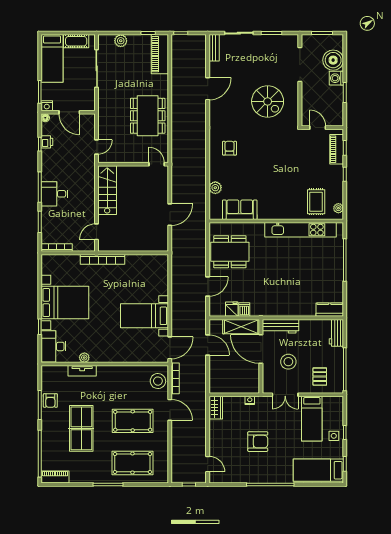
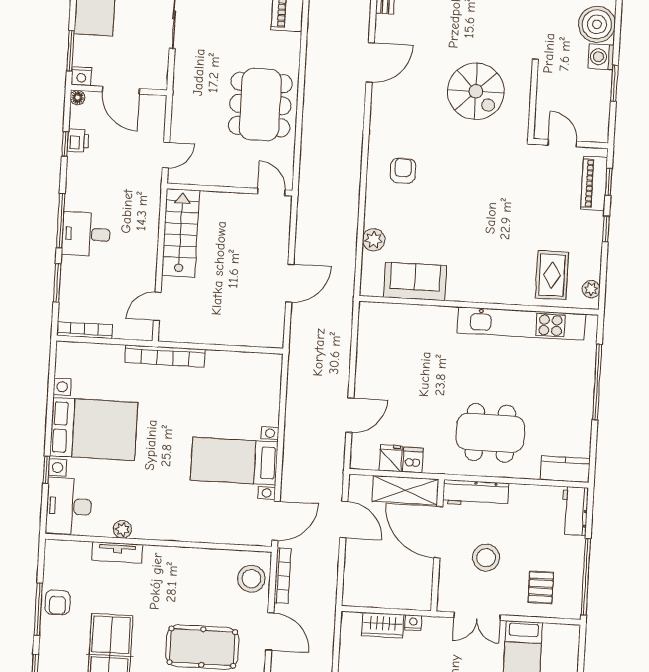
dining table: (230, 252) -> (490, 433), moved
wardrobe: (216, 408) -> (383, 625), moved, turned 90

